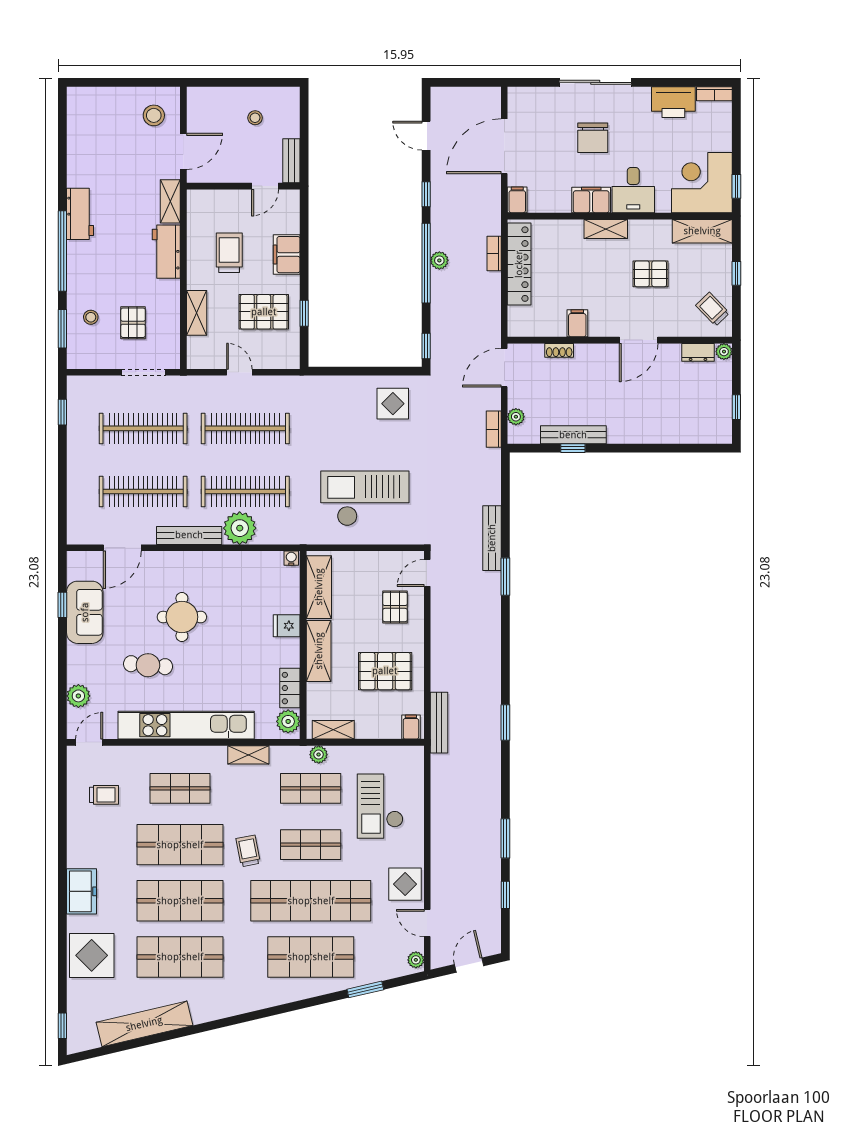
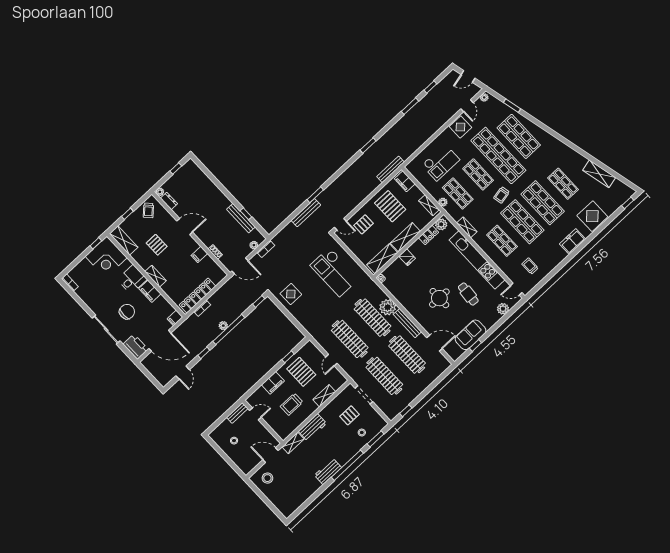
printer: (673, 102) -> (136, 347), moved
filing cabinet: (411, 727) -> (405, 181), width x2.00
shop shelf: (180, 957) -> (563, 184), width x0.70, depth x0.74
shelving: (144, 1024) -> (599, 174), width x0.68

